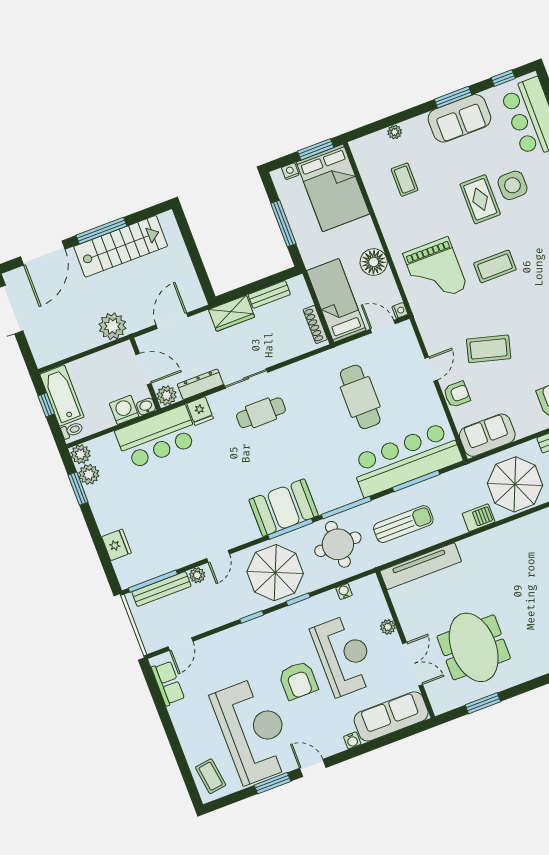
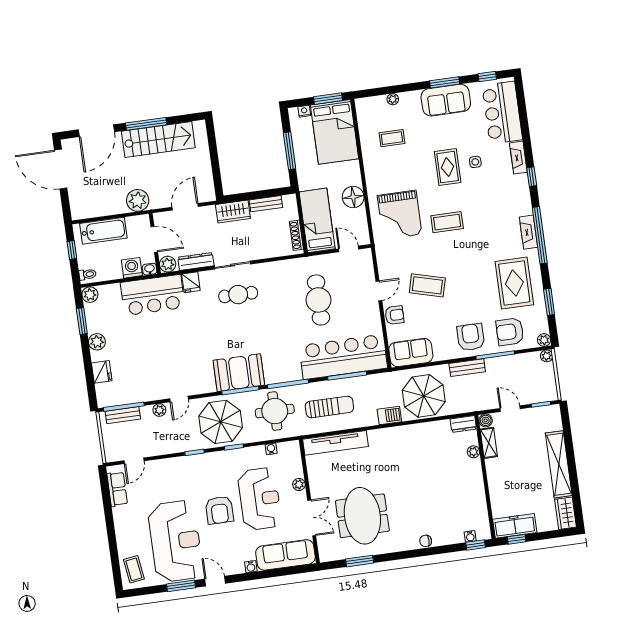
coffee table: (405, 180) -> (392, 138), turned 90
side table: (513, 185) -> (475, 162), width x0.54, depth x0.54
nightstand: (400, 310) -> (365, 240), removed
bathtub: (62, 396) -> (103, 231), moved, turned 90
plant: (89, 474) -> (97, 342), moved
bench: (161, 589) -> (123, 415), width x0.73

